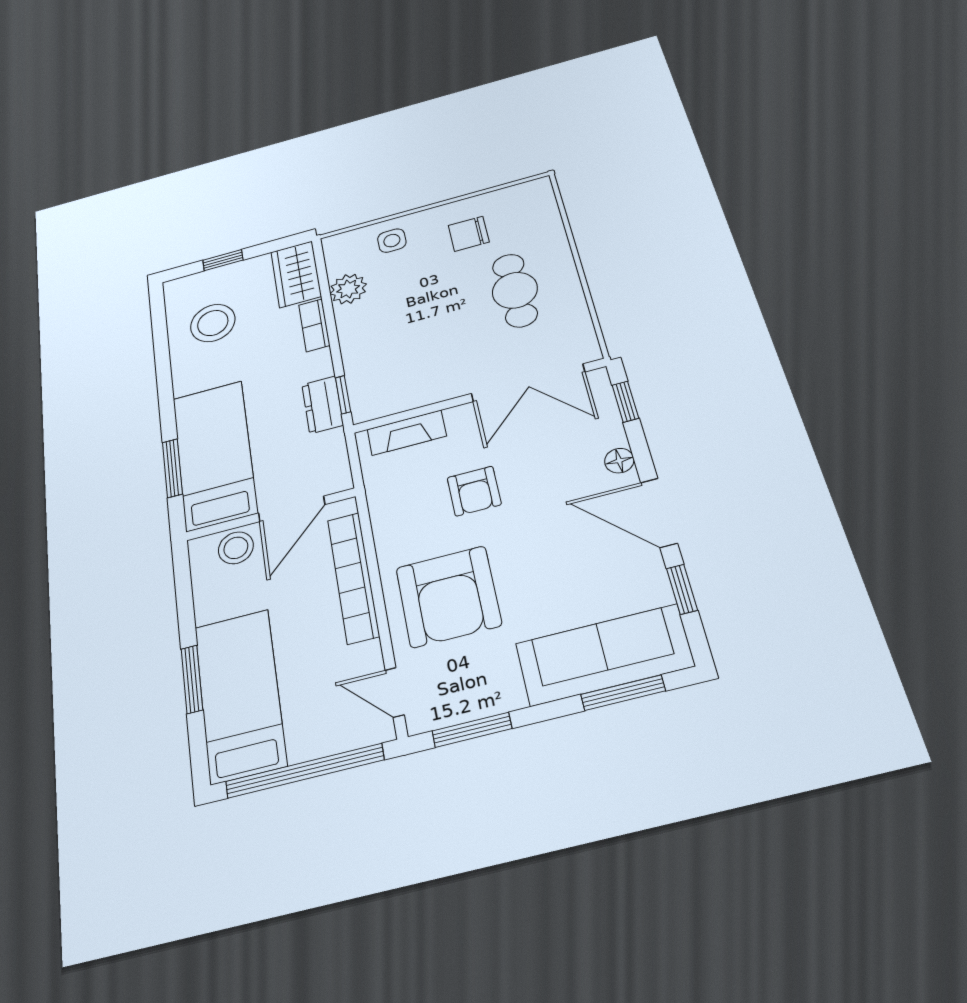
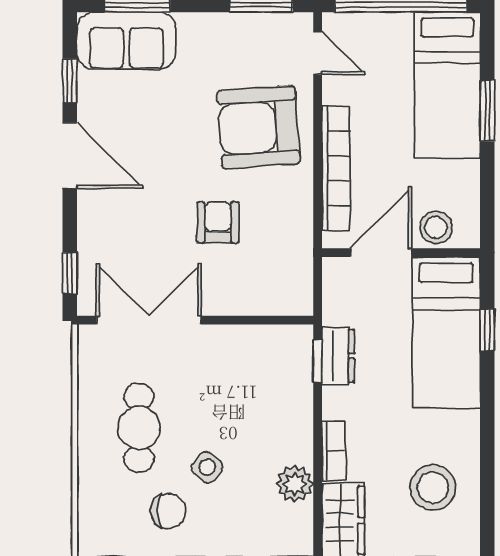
side table: (392, 241) -> (207, 467), moved, turned 38
fireplace: (407, 433) -> (266, 301), removed
floor lamp: (619, 461) -> (89, 215), removed
window: (172, 468) -> (487, 330), width x0.67
armchair: (448, 596) -> (258, 127), turned -94
sofa: (604, 655) -> (126, 41), width x0.73

